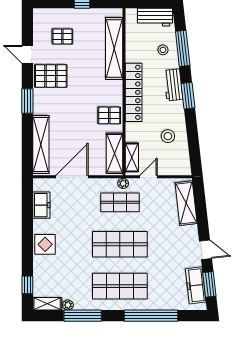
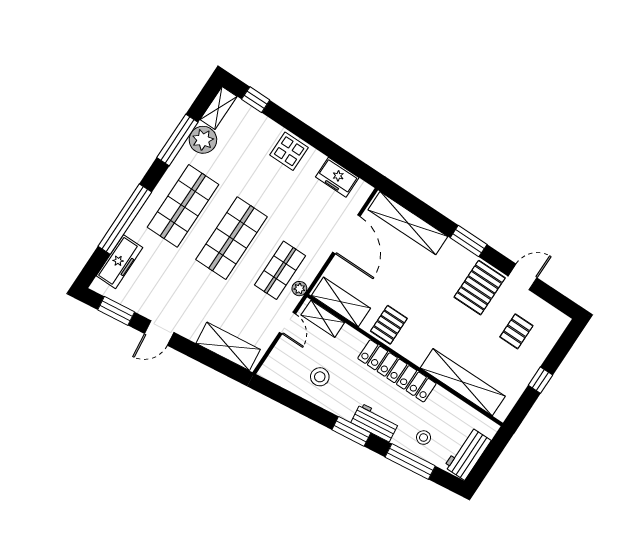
freezer: (196, 285) -> (119, 262), moved, turned 96
plant: (68, 305) -> (203, 140), width x1.88, depth x1.88

